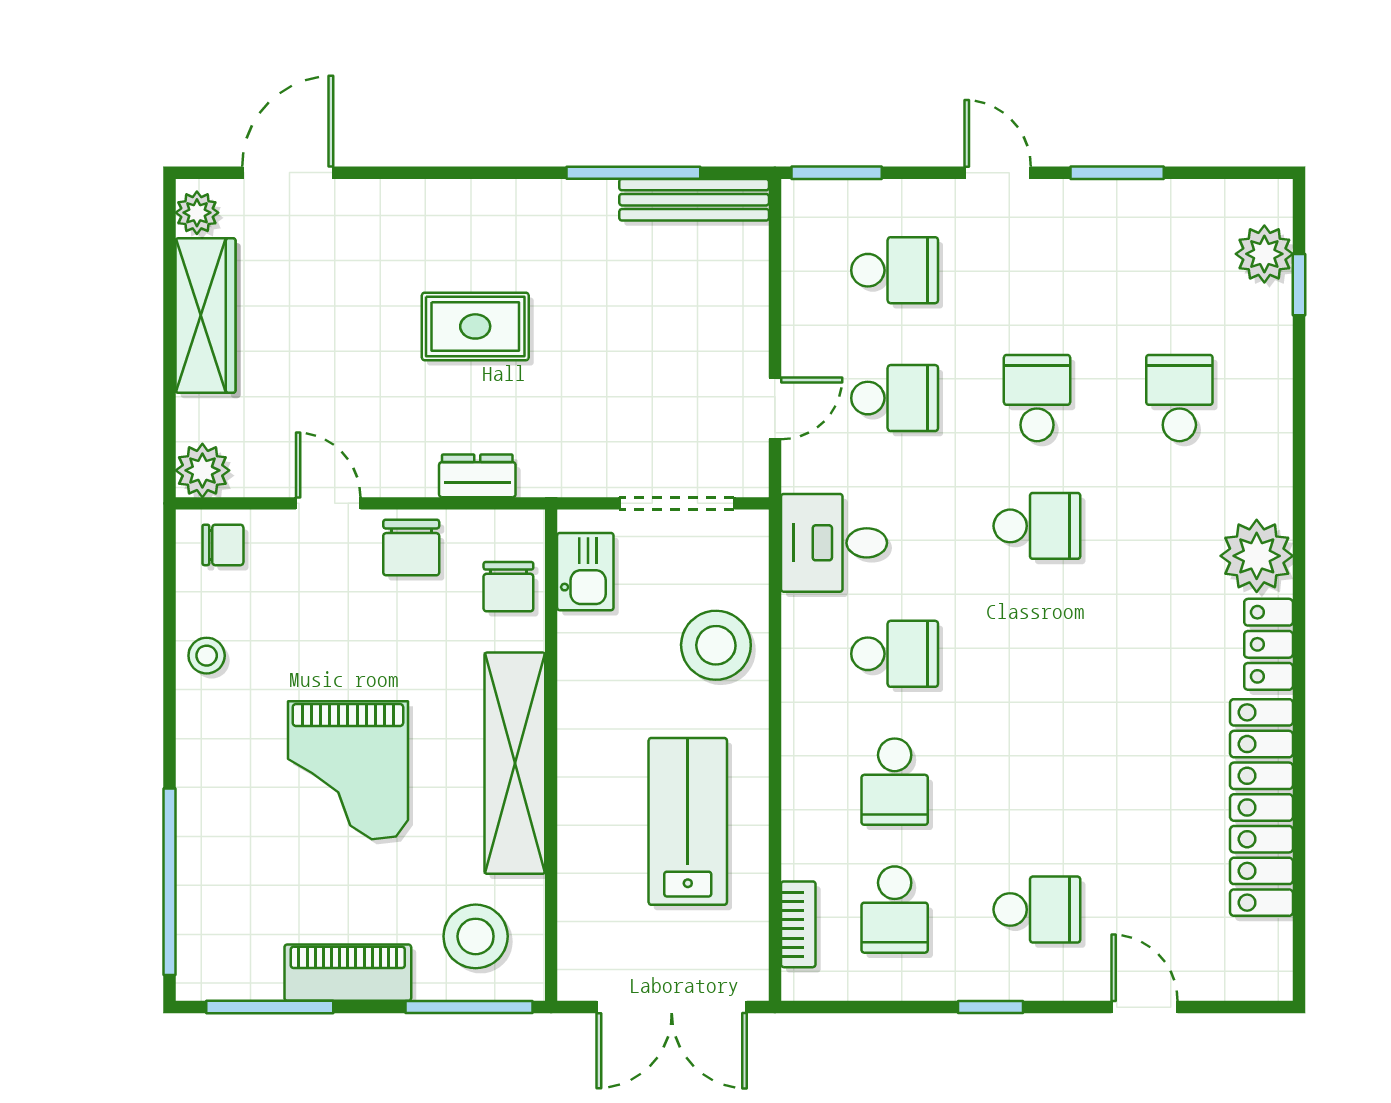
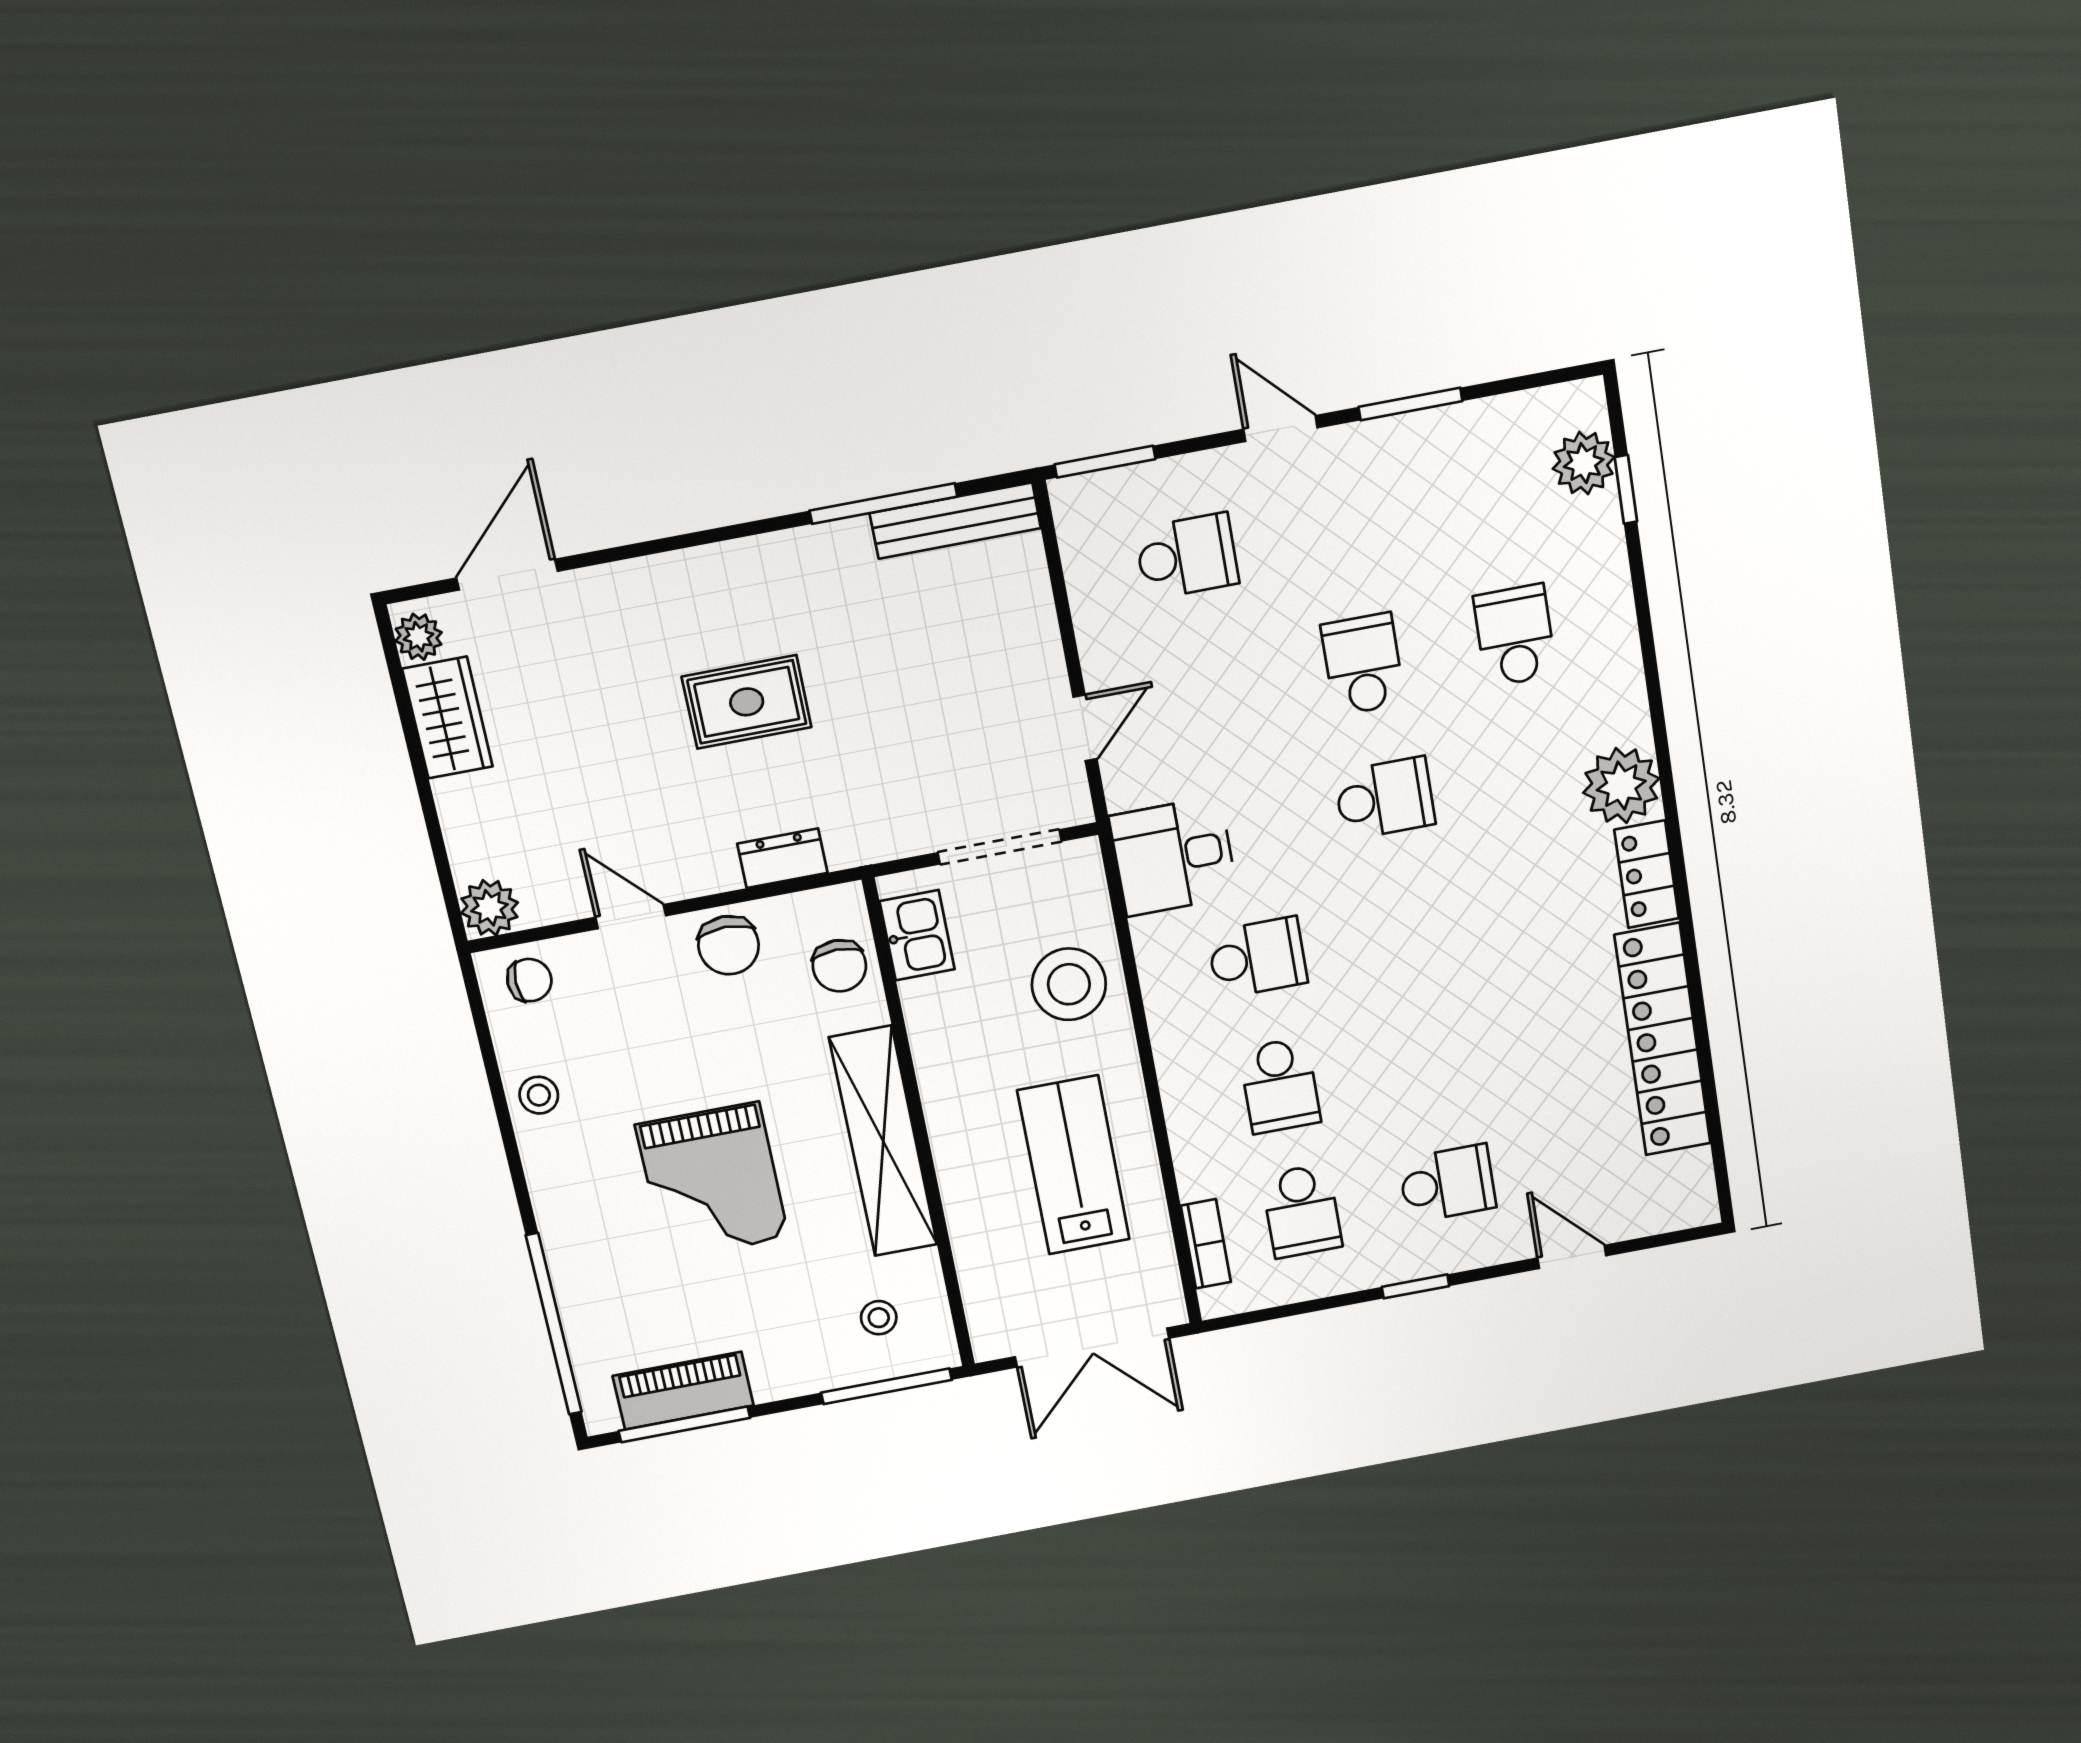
wardrobe: (206, 316) -> (448, 718), width x0.67
school desk: (895, 398) -> (1211, 693), removed
stool: (476, 936) -> (879, 1318), width x0.53, depth x0.53
piano: (348, 973) -> (683, 1391), moved

